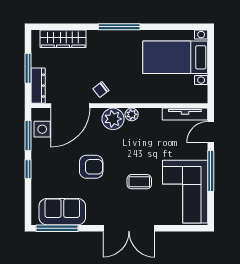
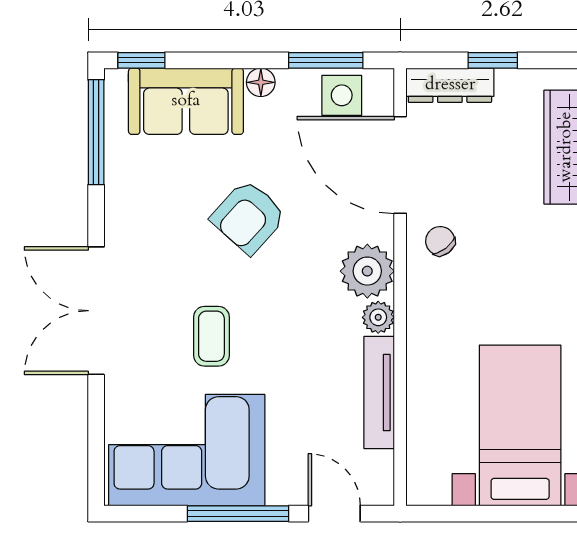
window: (28, 68) -> (493, 60), width x0.67
tv unit: (185, 114) -> (379, 393), moved
floor lamp: (37, 162) -> (261, 82), added
armchair: (91, 167) -> (248, 217), turned 42
window: (28, 169) -> (141, 60), moved
sofa: (62, 212) -> (186, 101), moved, turned 90

